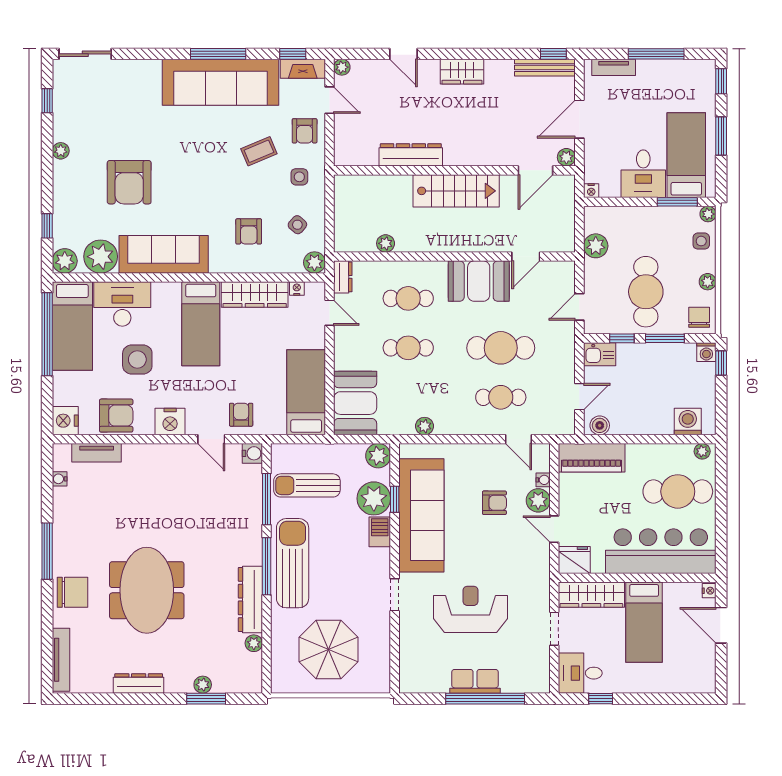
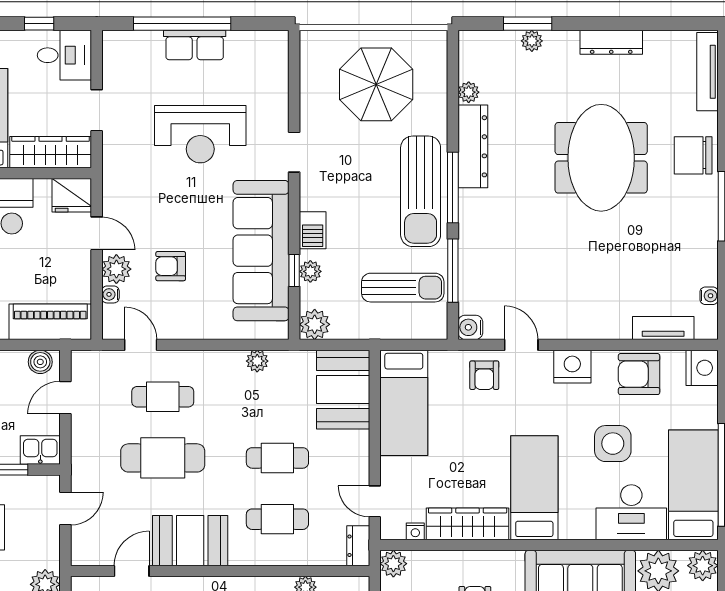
plant: (374, 498) -> (310, 271), width x0.53, depth x0.53

